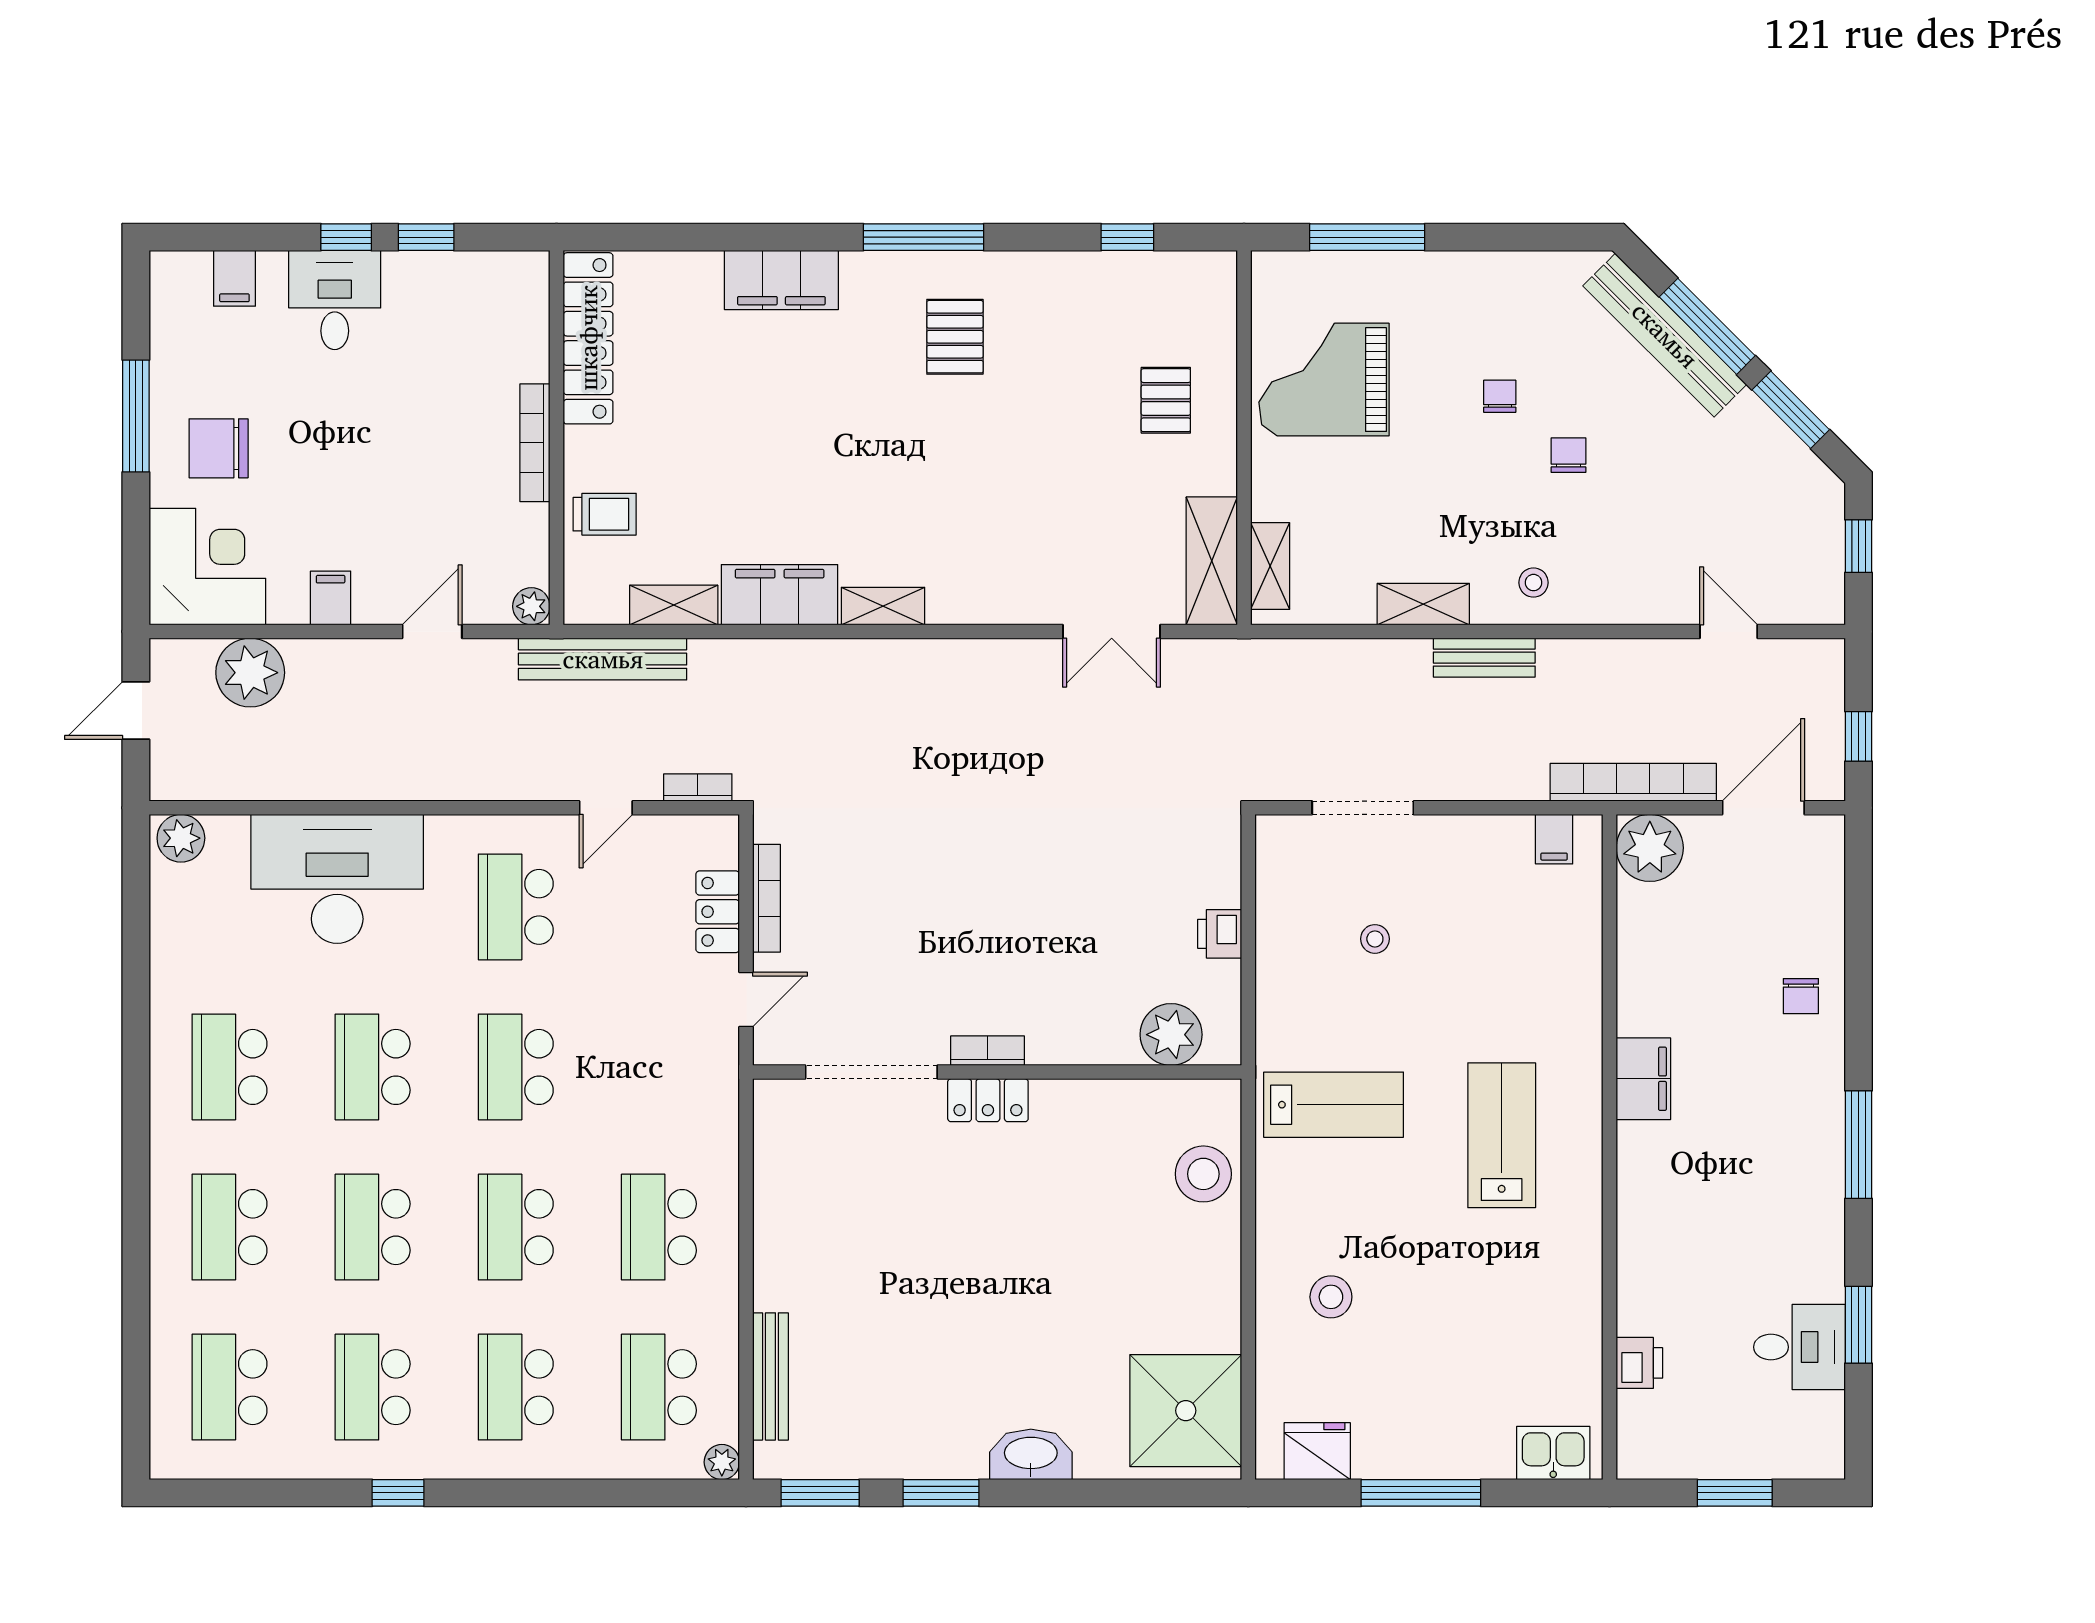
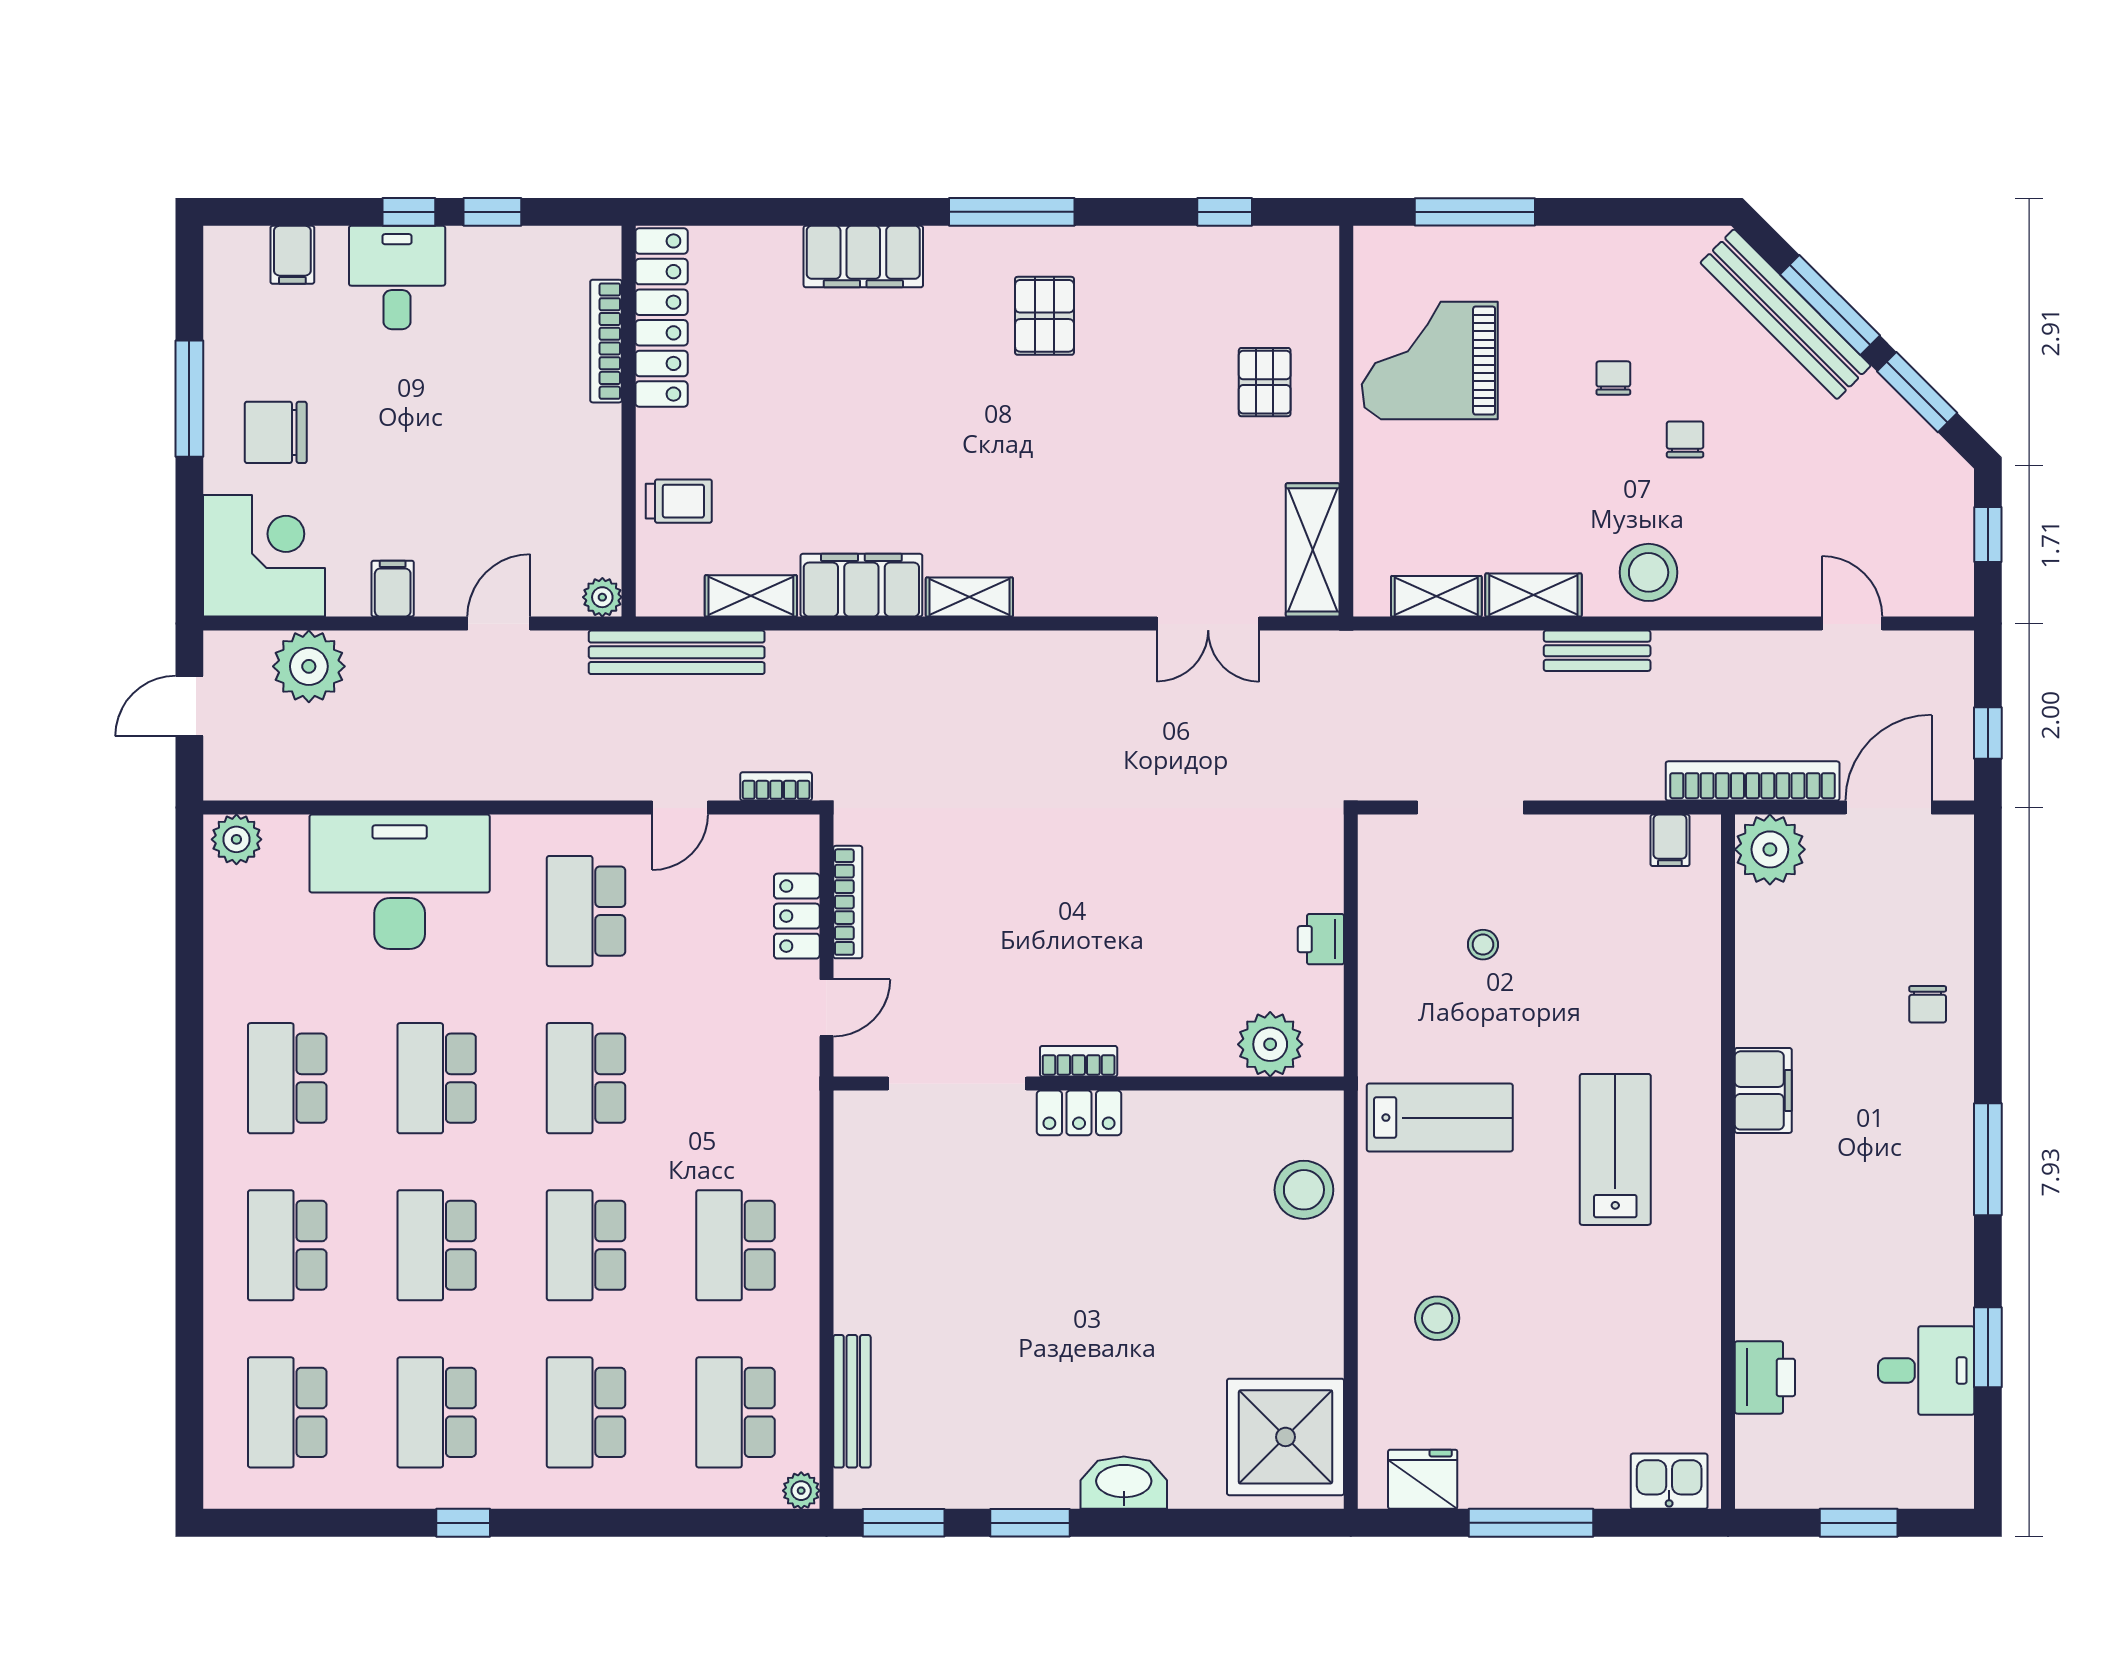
bookcase: (535, 443) -> (606, 341), moved
shelving: (1270, 566) -> (1436, 596), moved, turned 90
stool: (1533, 583) -> (1649, 572), width x1.89, depth x1.89
printer: (1639, 1363) -> (1765, 1377), width x1.36, depth x1.24

